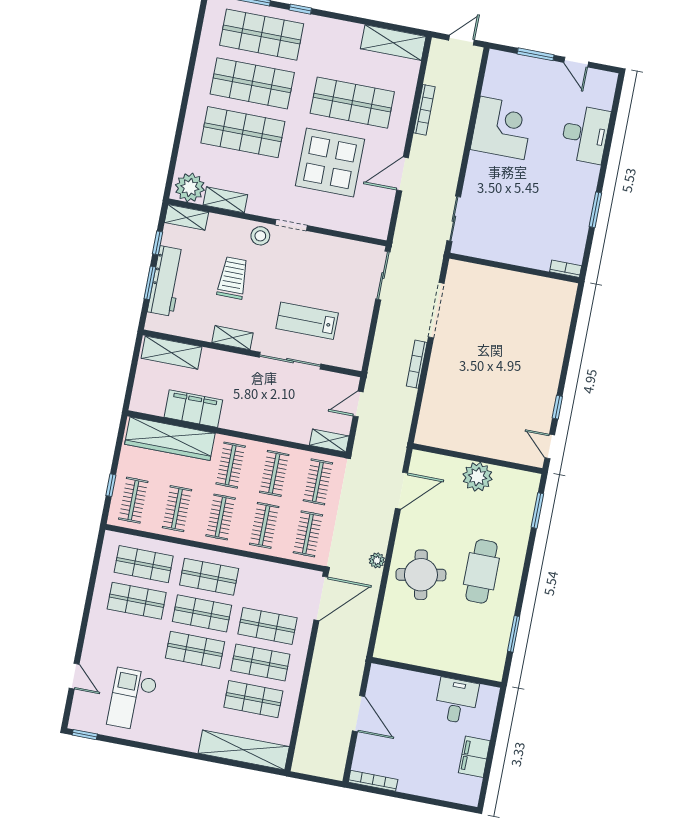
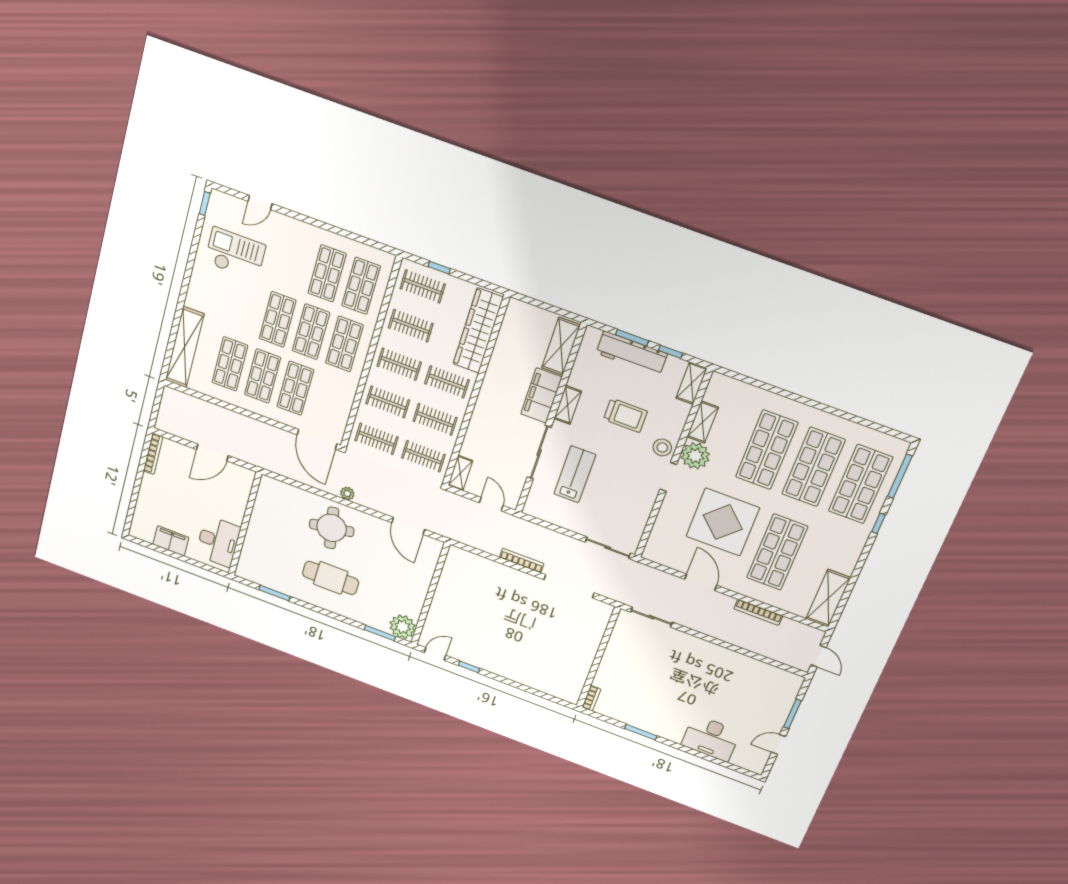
corner desk: (502, 128) -> (729, 673), removed
plant: (190, 187) -> (695, 456), moved
filing cabinet: (193, 409) -> (541, 396), moved, turned 180
plant: (477, 477) -> (403, 627), moved
desk: (456, 701) -> (218, 541), width x1.37

